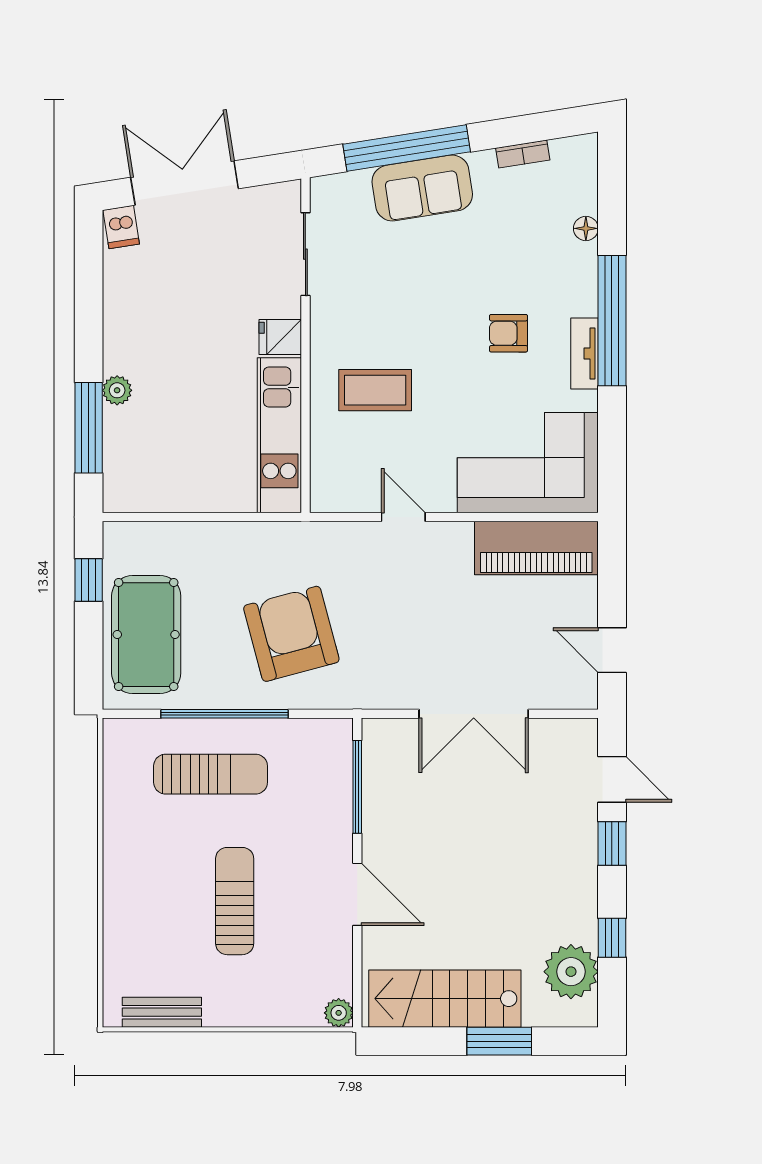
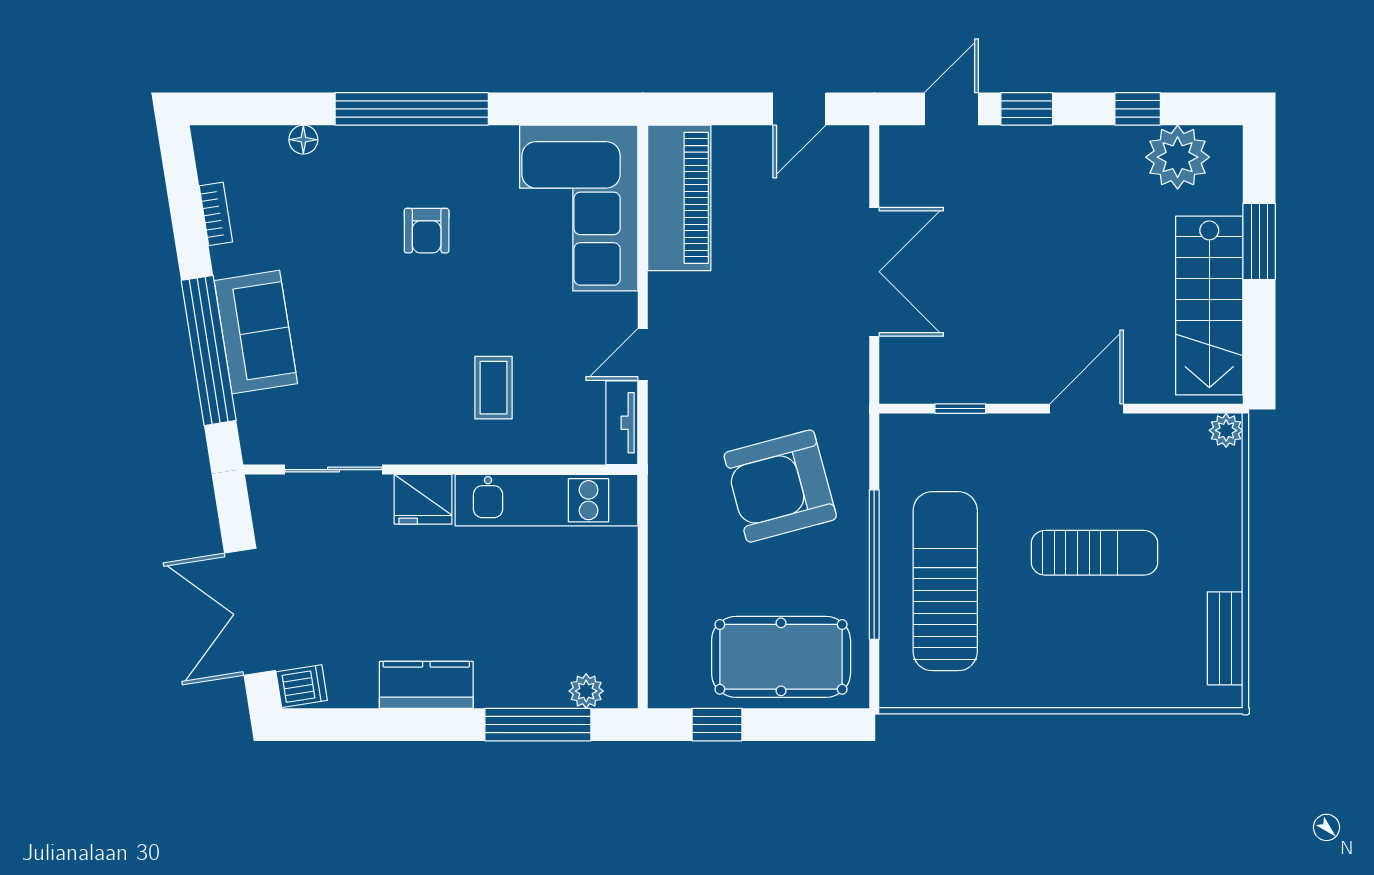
kitchen counter: (122, 333) -> (426, 685), added
fridge: (280, 337) -> (423, 499), width x1.38
tv unit: (585, 354) -> (622, 423), moved, turned 90
plant: (117, 390) -> (586, 691), moved
coffee table: (375, 390) -> (494, 388), width x0.73, depth x0.77
sun lounger: (211, 774) -> (945, 581), width x1.36, depth x1.34
window: (357, 787) -> (960, 409), width x0.46
sun lounger: (235, 901) -> (1094, 553), turned 180

